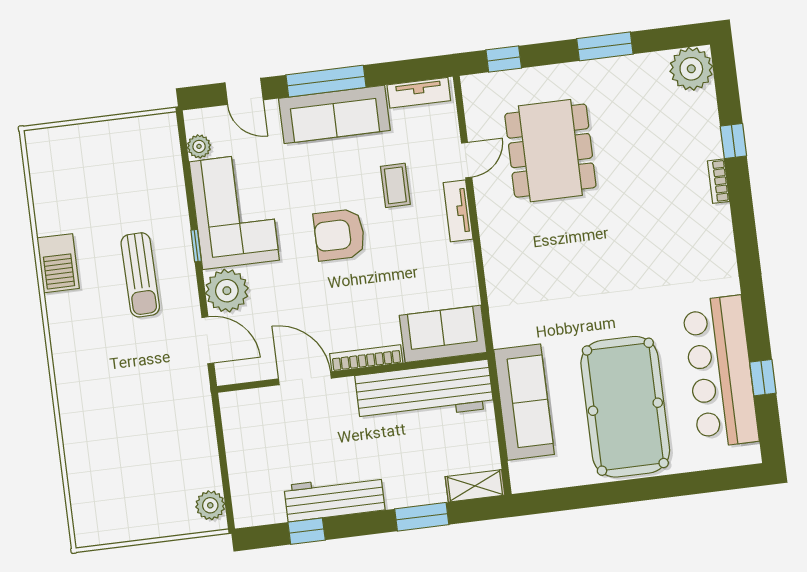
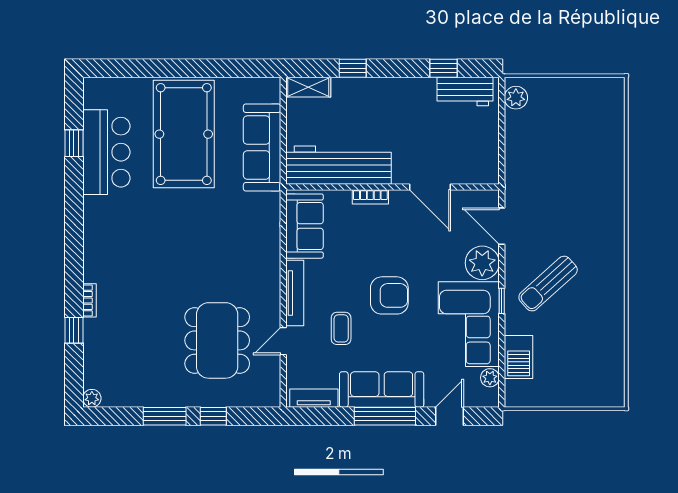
window: (504, 59) -> (213, 416), moved
plant: (691, 69) -> (92, 398), width x0.53, depth x0.53
door: (244, 91) -> (450, 416), hinge flipped
tv unit: (458, 211) -> (295, 293), width x1.41
barbecue: (58, 263) -> (519, 357), moved, turned 180
sun lounger: (140, 275) -> (548, 284), turned -131
sofa: (443, 334) -> (305, 226), moved, turned -90
bookcase: (366, 358) -> (370, 197), width x0.64
bar counter: (720, 372) -> (106, 152), width x0.73
workbench: (334, 498) -> (465, 91), moved, width x0.73
window: (422, 517) -> (353, 68), width x0.67

